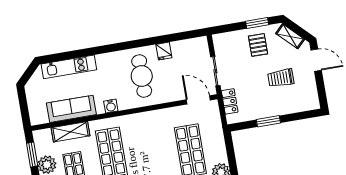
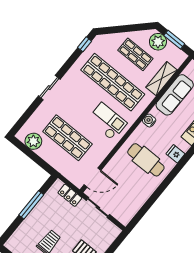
fridge: (164, 51) -> (175, 154), moved
window: (268, 121) -> (31, 205), width x1.44
checkout: (146, 136) -> (107, 121), added

